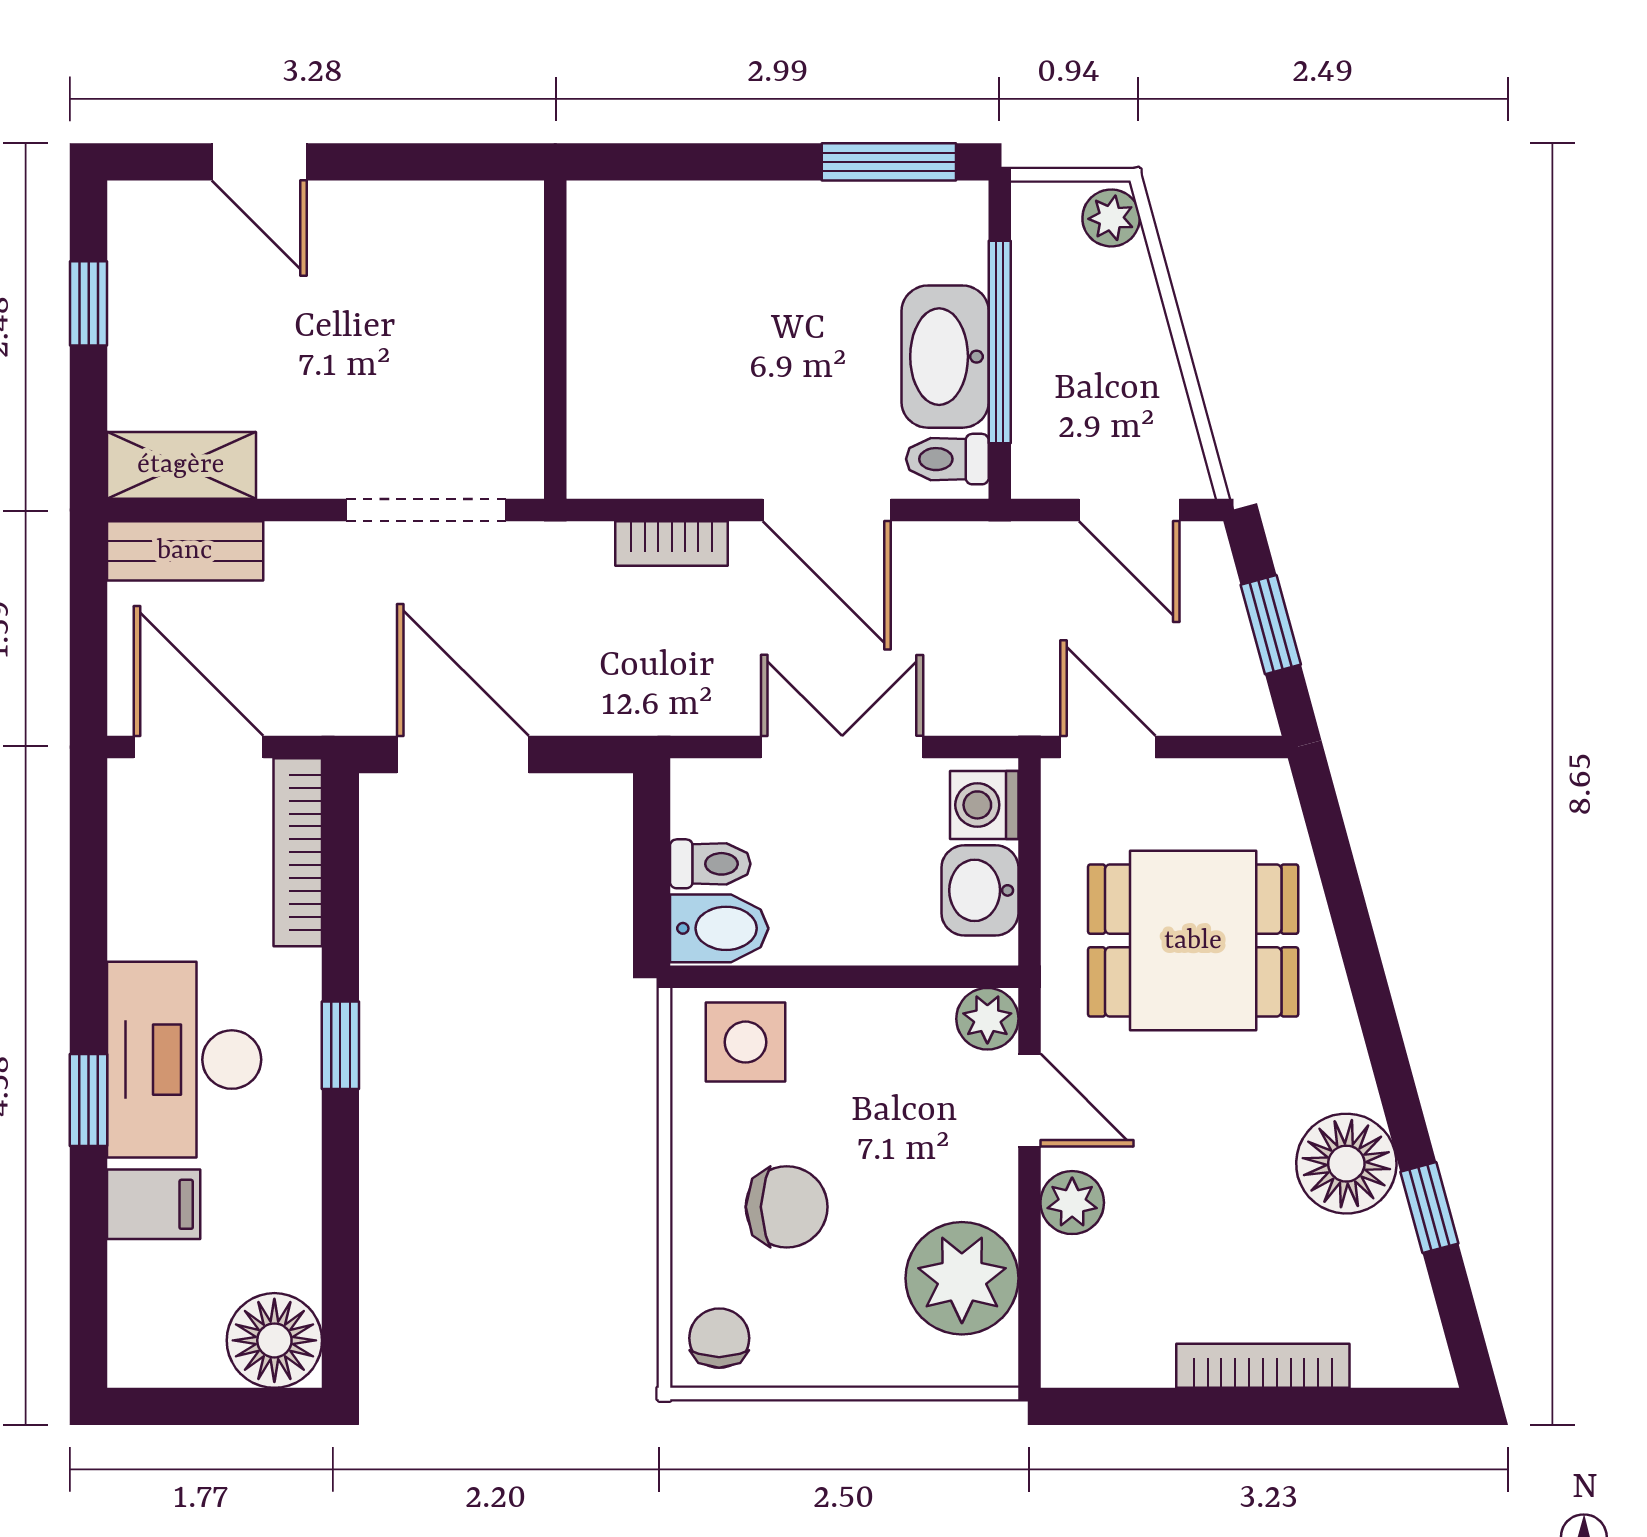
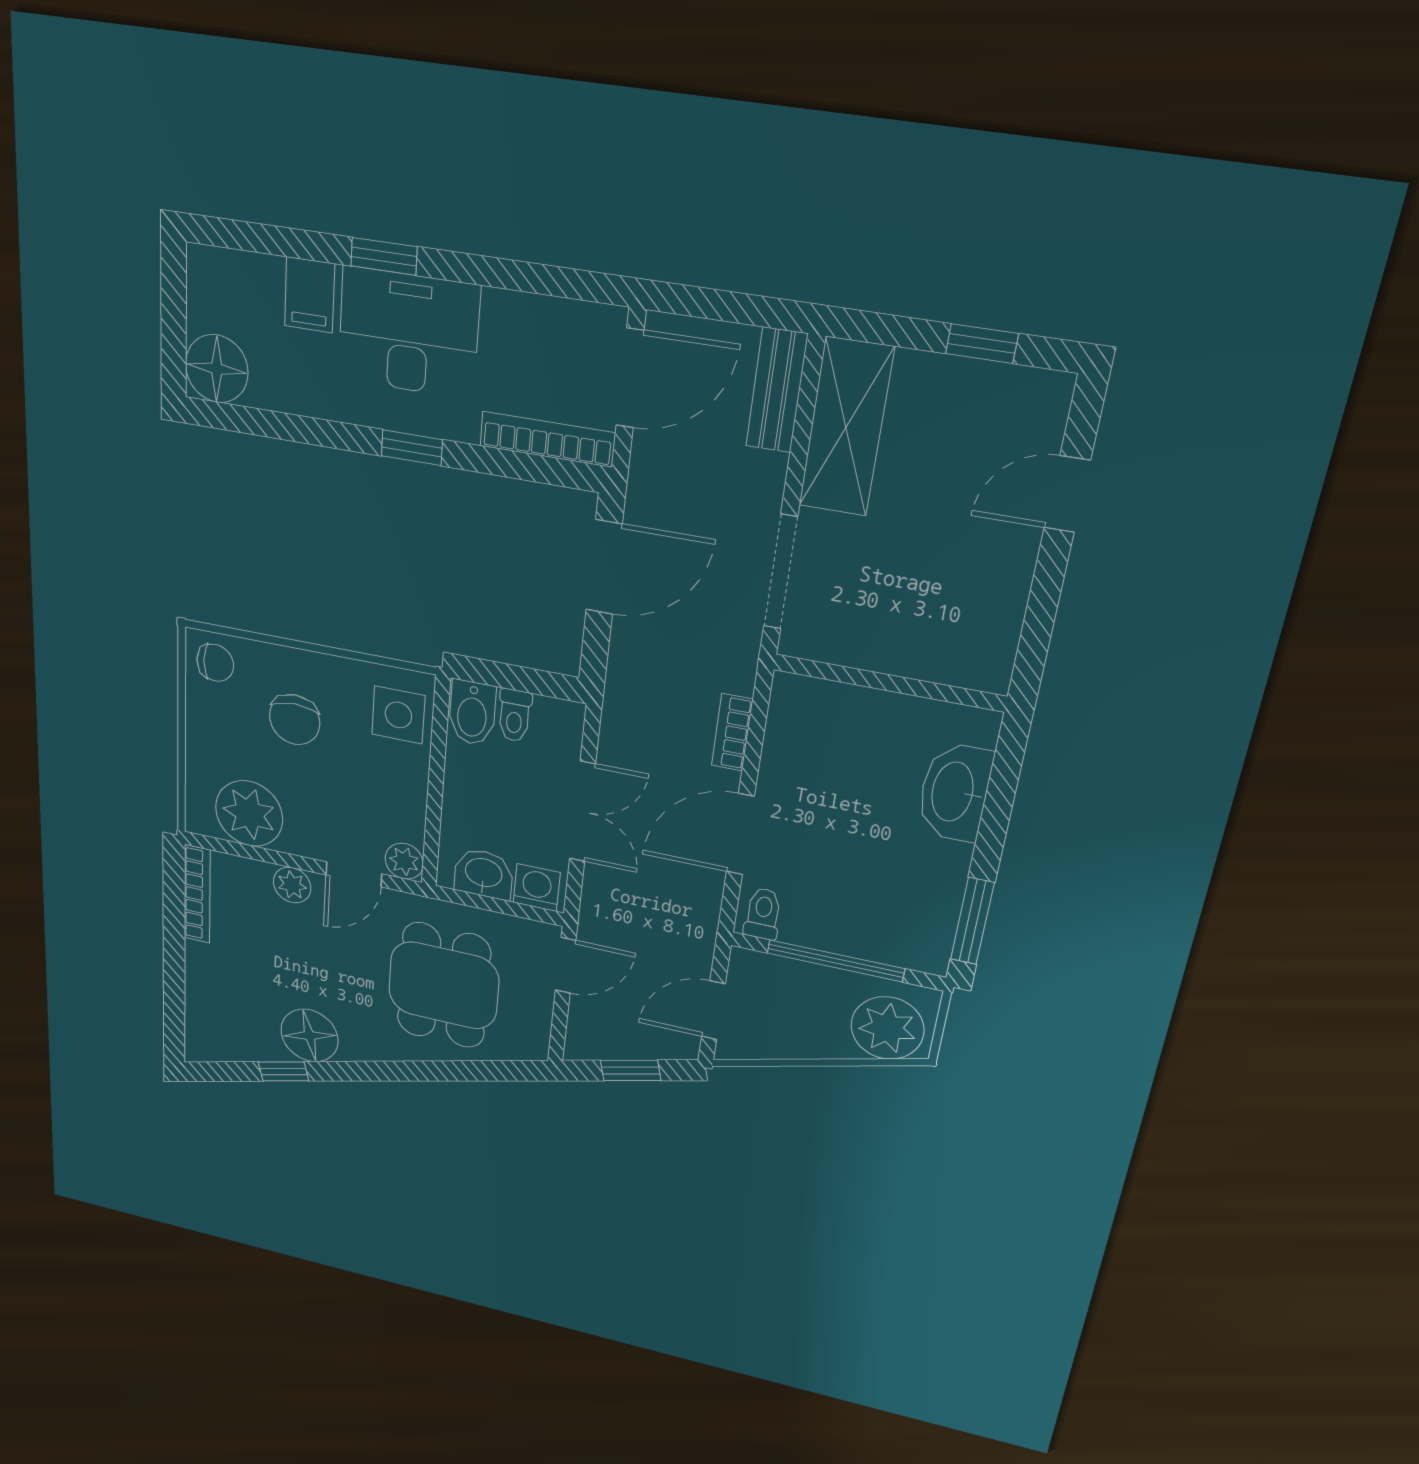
plant: (1111, 218) -> (887, 1028), width x1.87, depth x1.87
washbasin: (945, 357) -> (954, 792), moved, turned -90
shelving: (181, 465) -> (846, 427), width x1.50, depth x1.33
bookcase: (1263, 1366) -> (197, 894), moved

